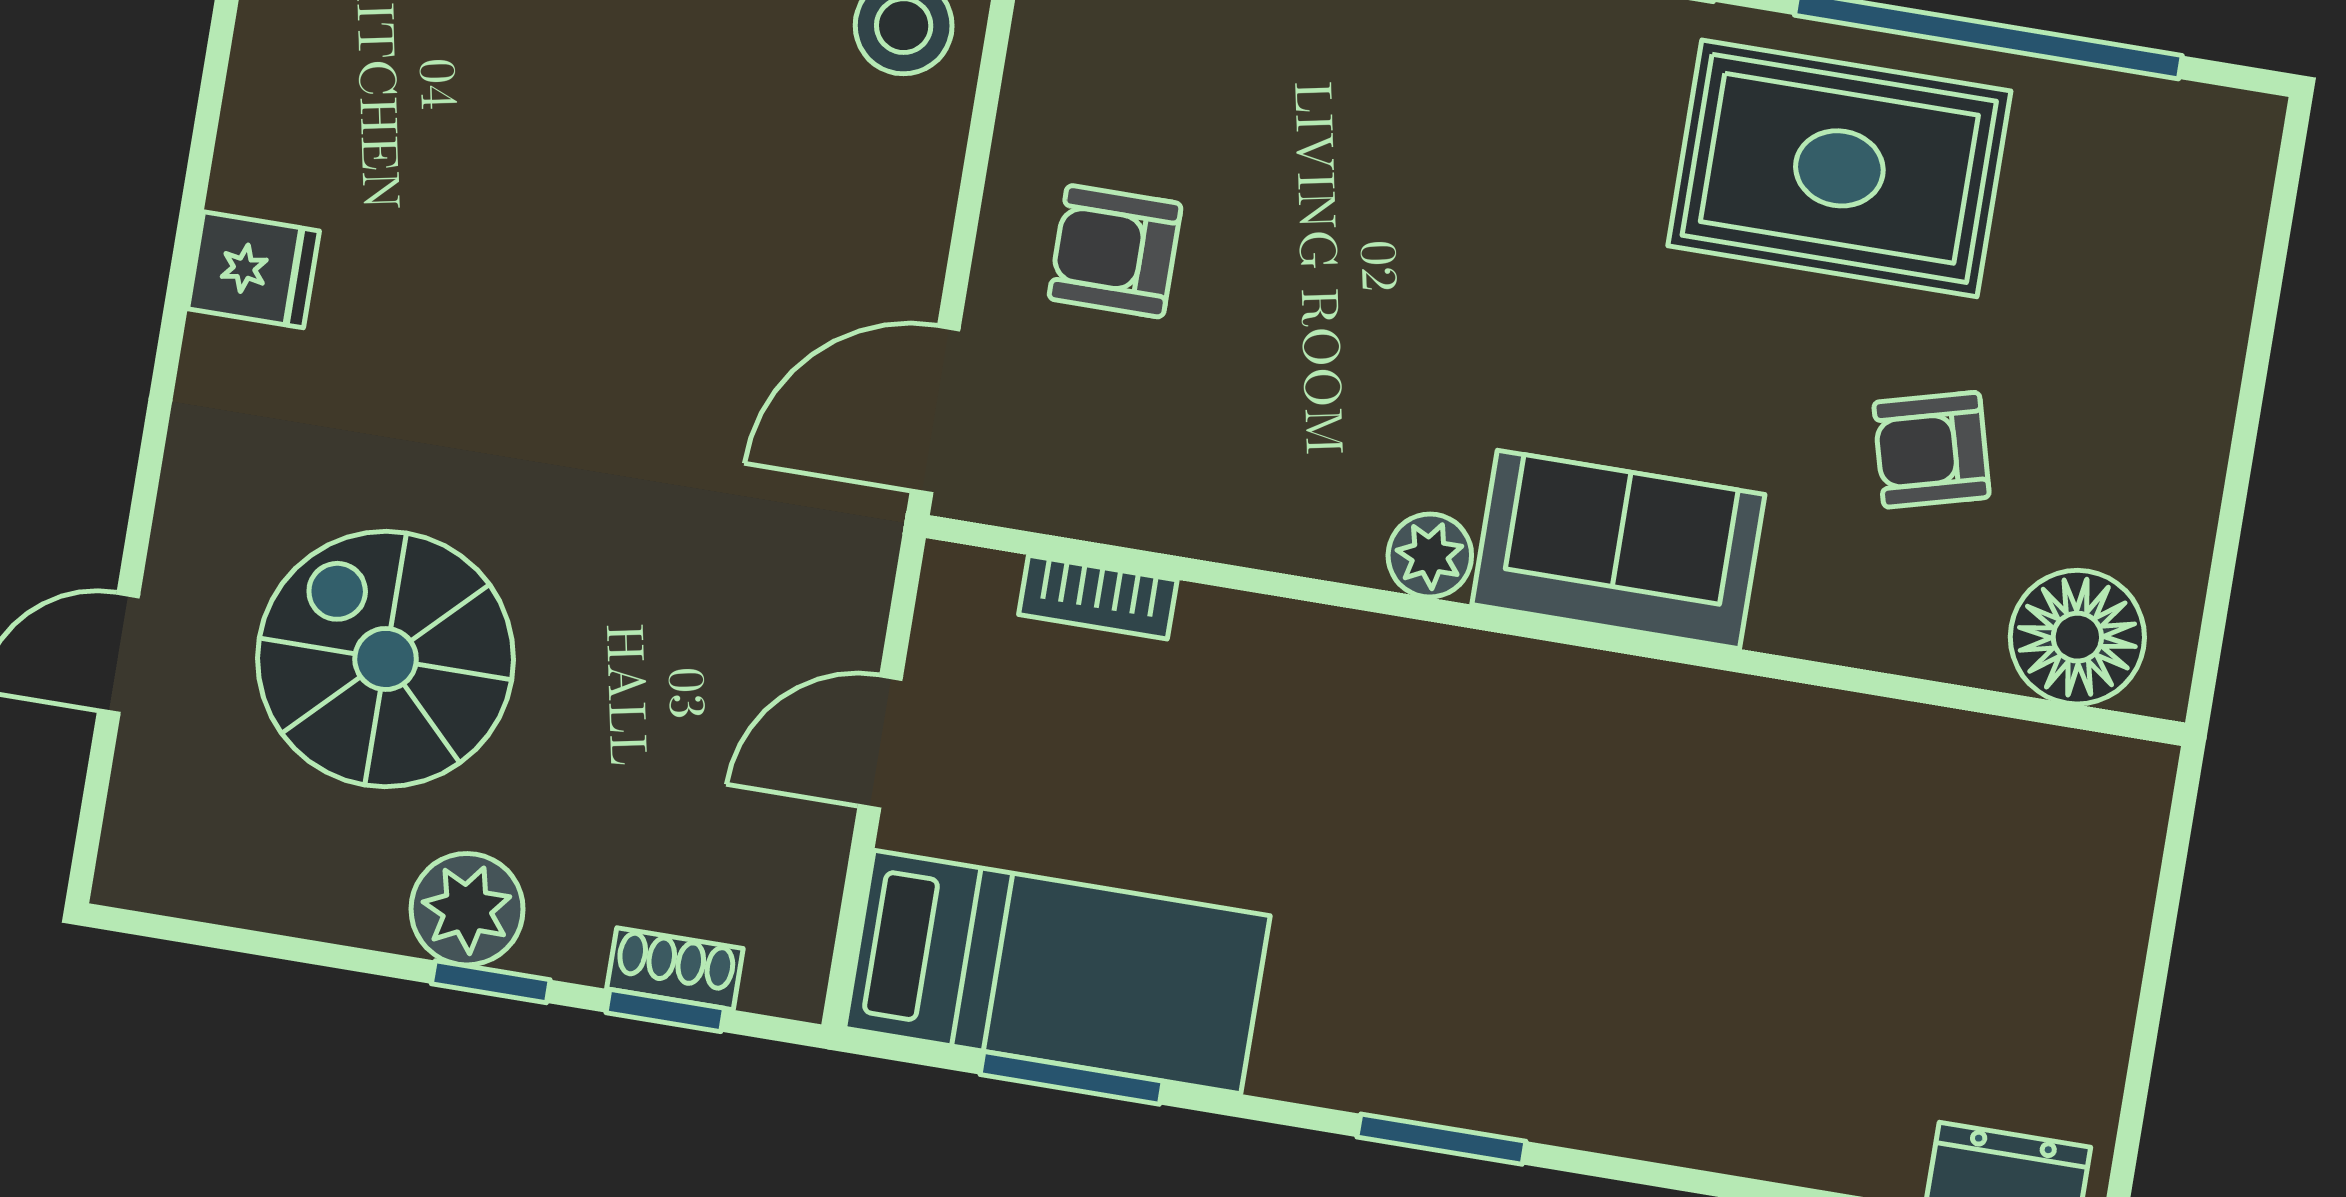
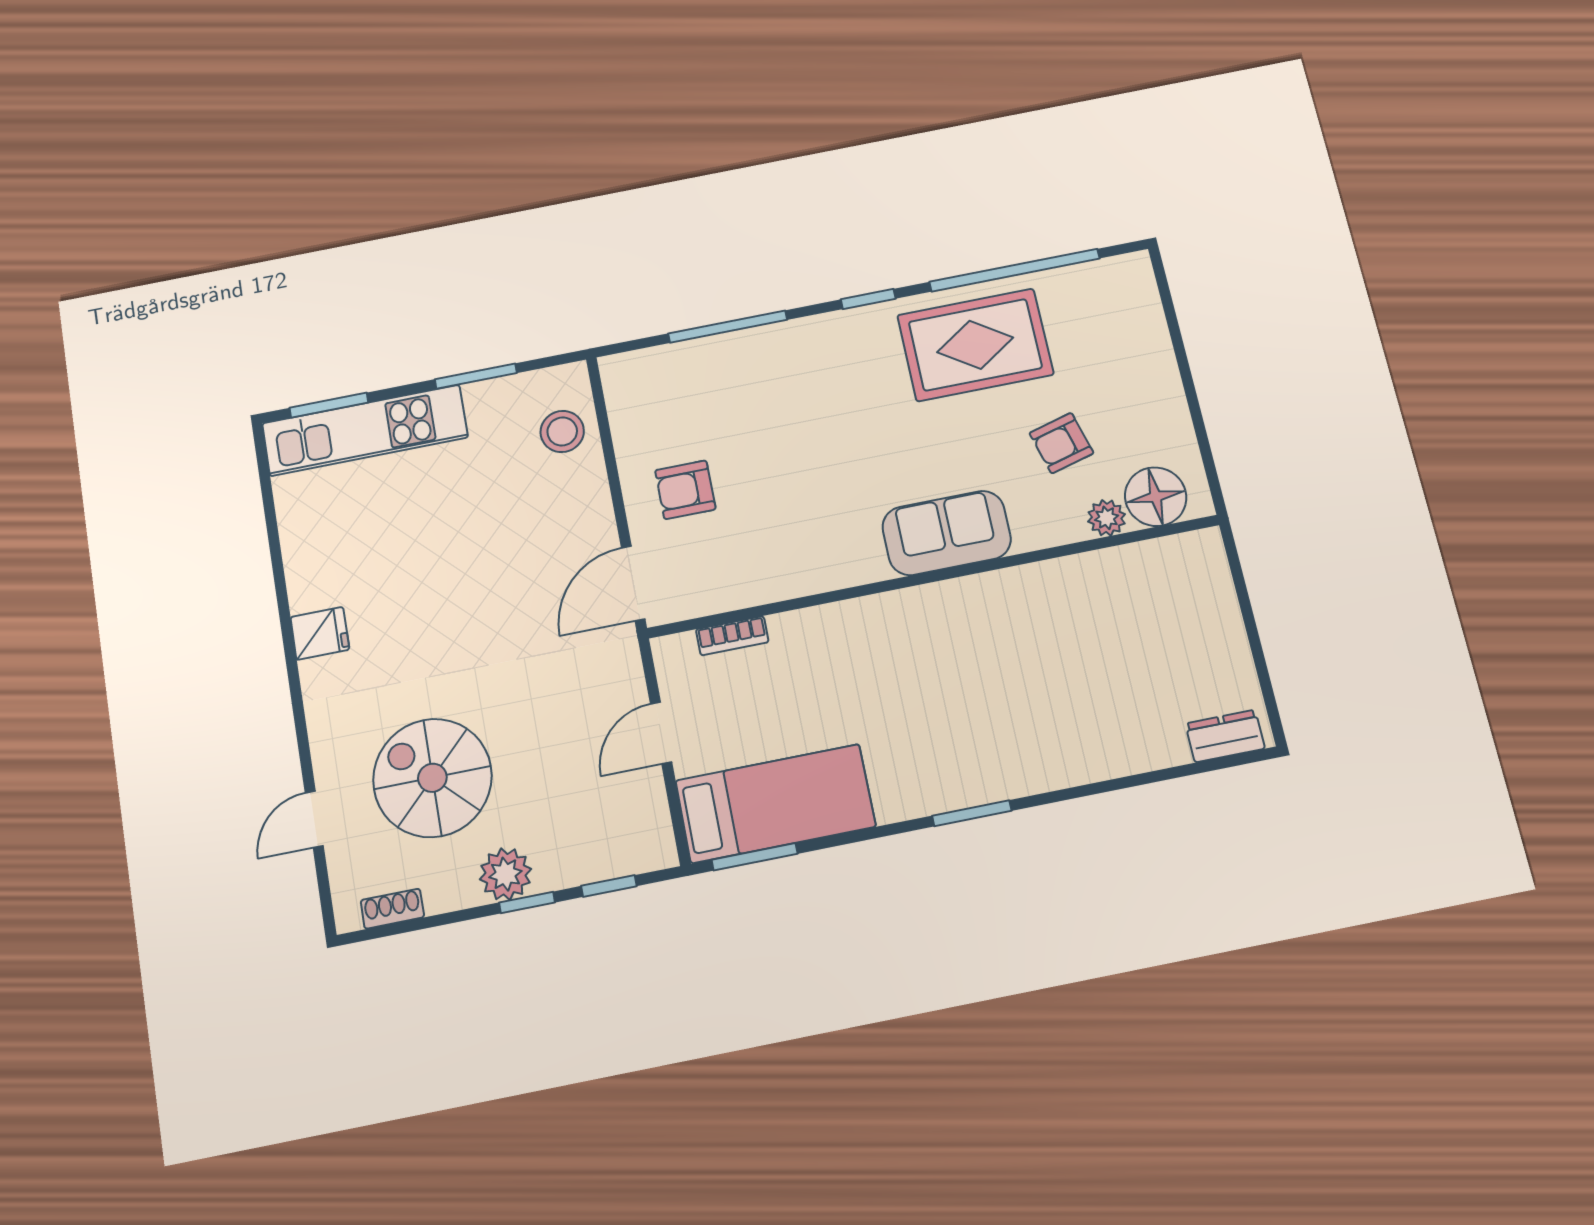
plant: (1430, 556) -> (1107, 518), moved
shoe rack: (675, 969) -> (392, 909), moved
window: (1072, 1078) -> (755, 857), moved

